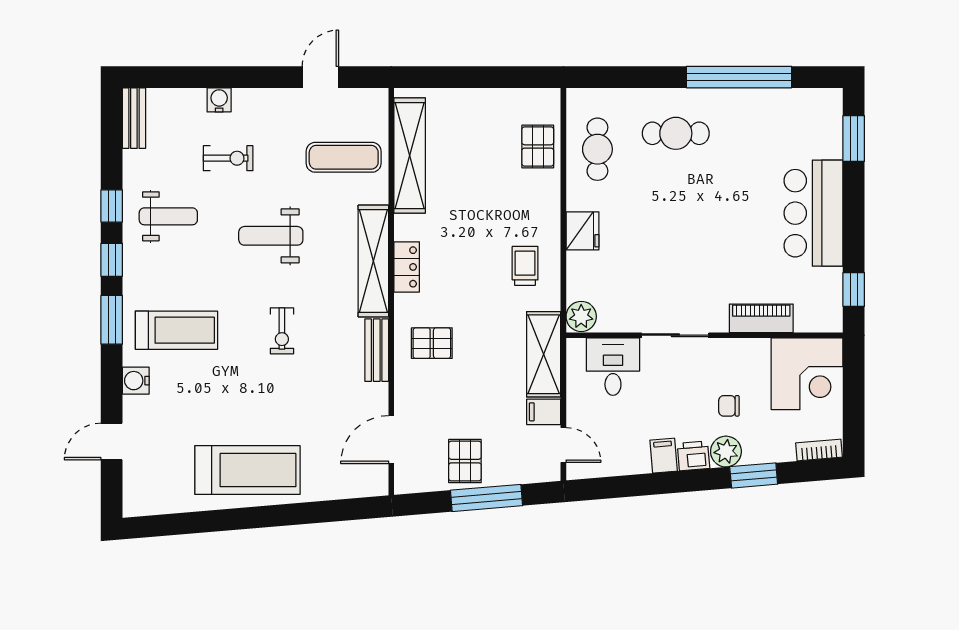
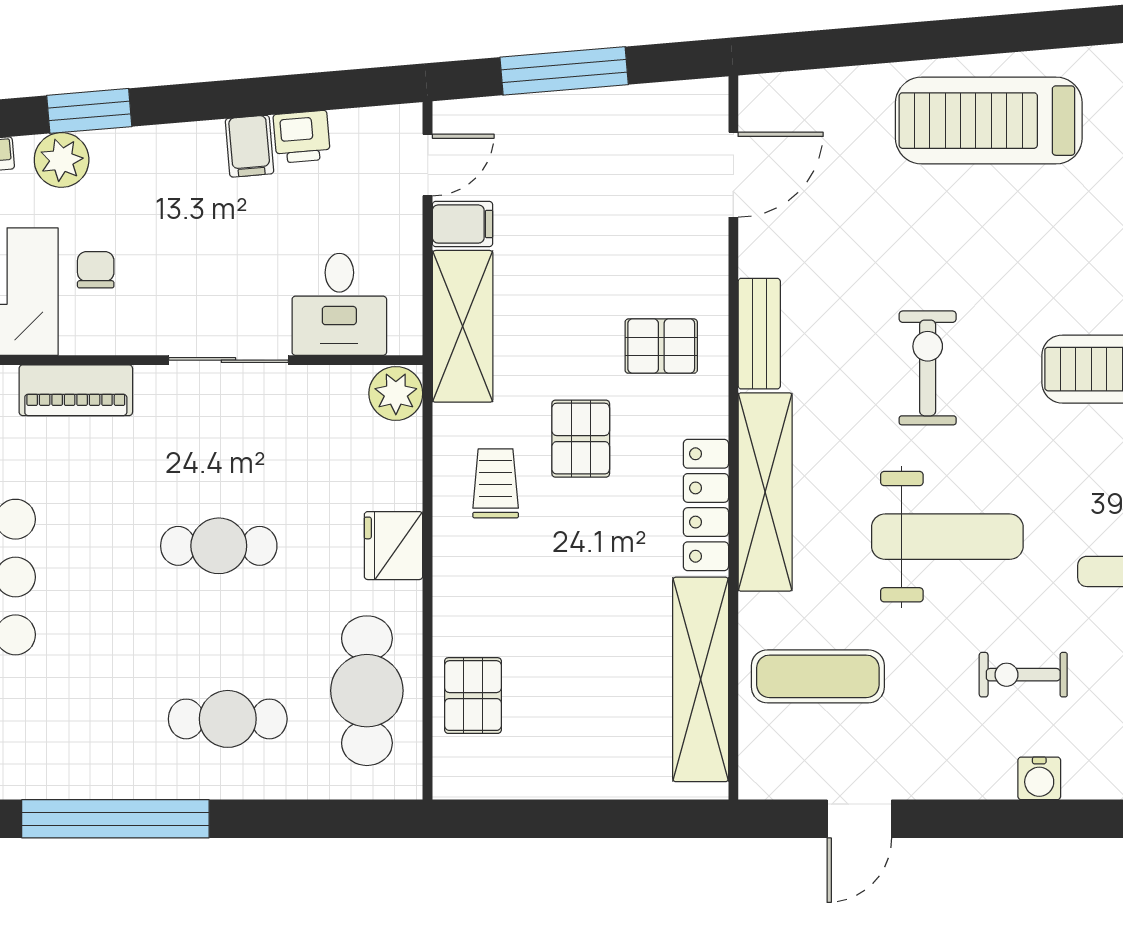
cafe table: (597, 149) -> (367, 691), width x1.37, depth x1.35
cafe table: (681, 231) -> (219, 546), added
weight bench: (271, 236) -> (947, 537), width x1.36, depth x1.33
trolley: (525, 266) -> (496, 483), turned 180
locker: (407, 267) -> (706, 505), width x1.53
exercise bike: (282, 331) -> (928, 368), width x1.38, depth x1.39
chair: (729, 406) -> (96, 270), moved, turned -90
door: (563, 445) -> (428, 165), swing flipped
plant: (726, 452) -> (62, 160), moved
printer: (693, 456) -> (302, 137), moved
pallet: (465, 461) -> (581, 439), moved

